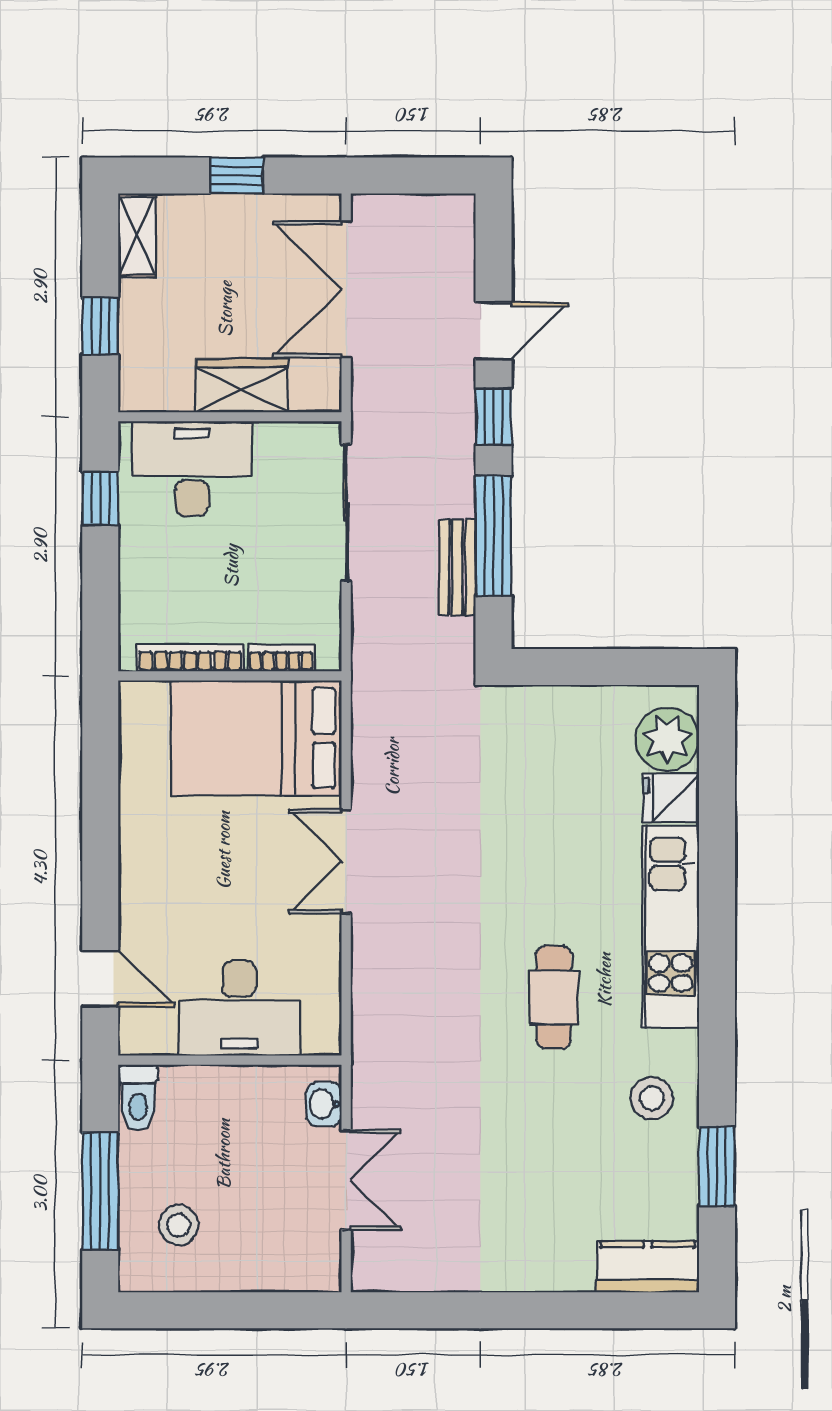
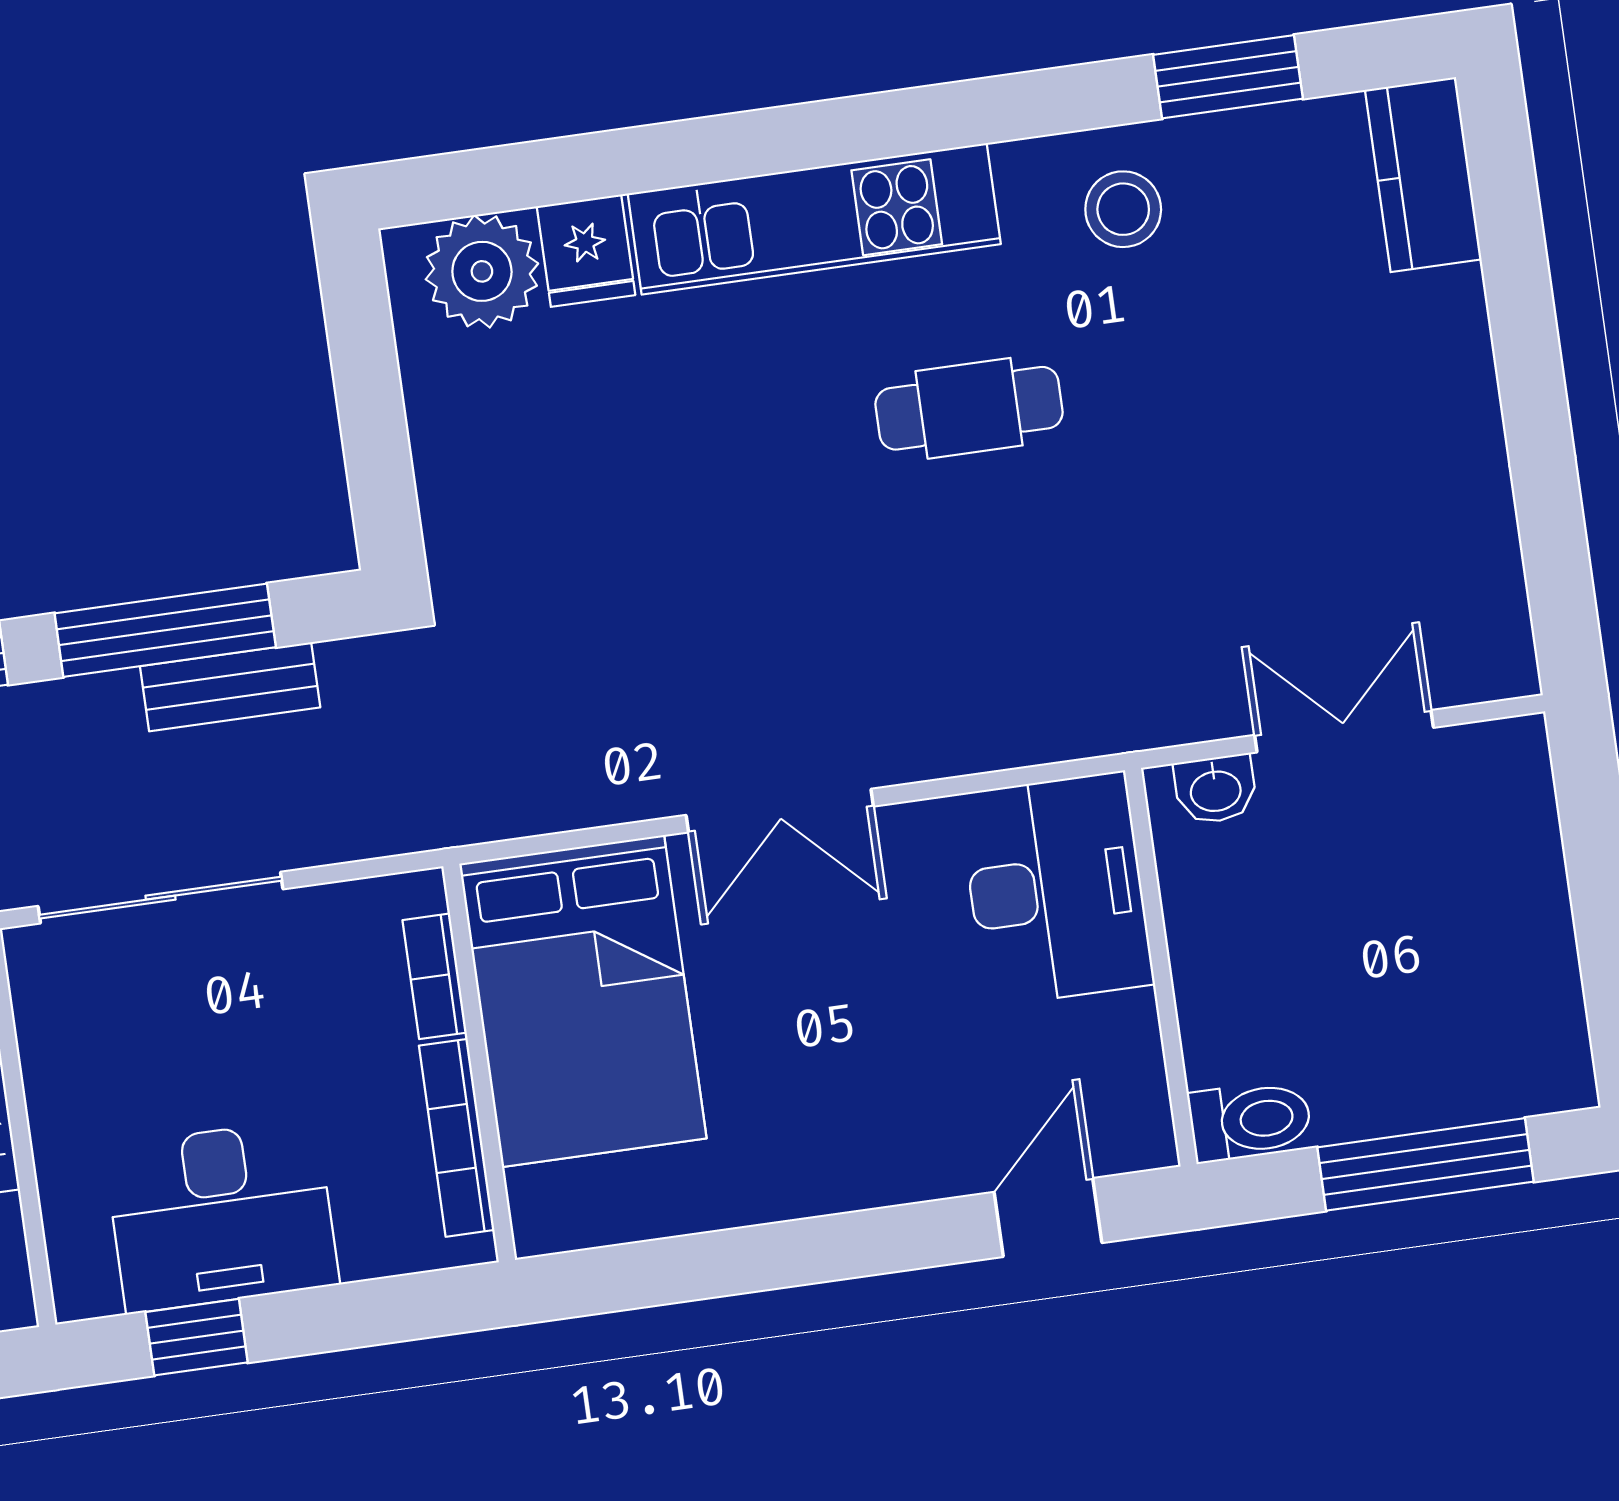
desk: (192, 469) -> (221, 1216), moved, turned -90
desk: (239, 1008) -> (1056, 889), moved
stool: (179, 1225) -> (1466, 1017), removed

